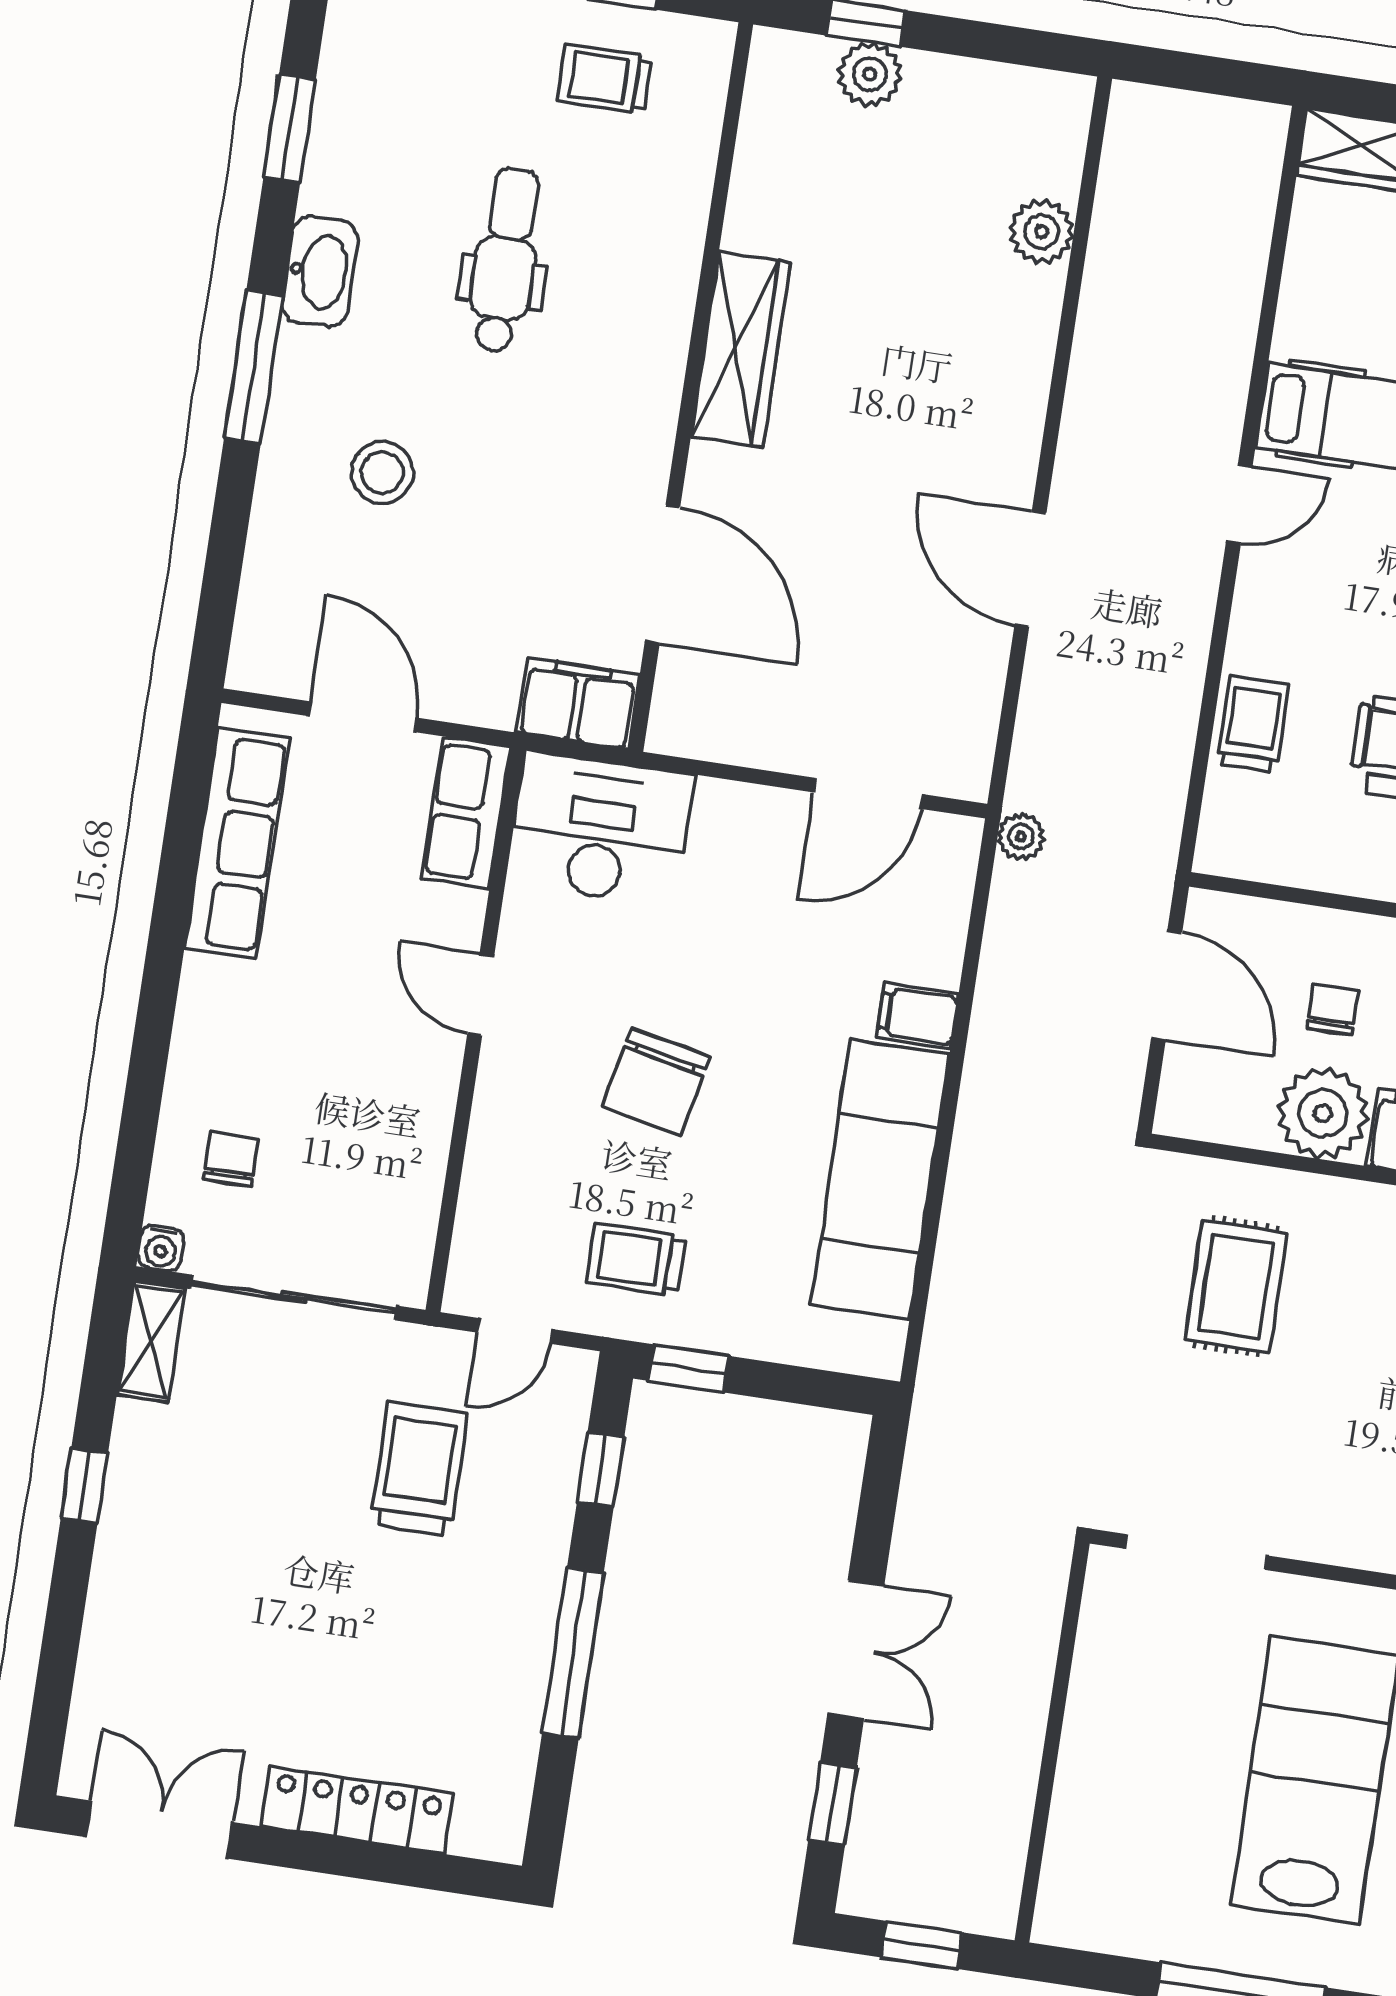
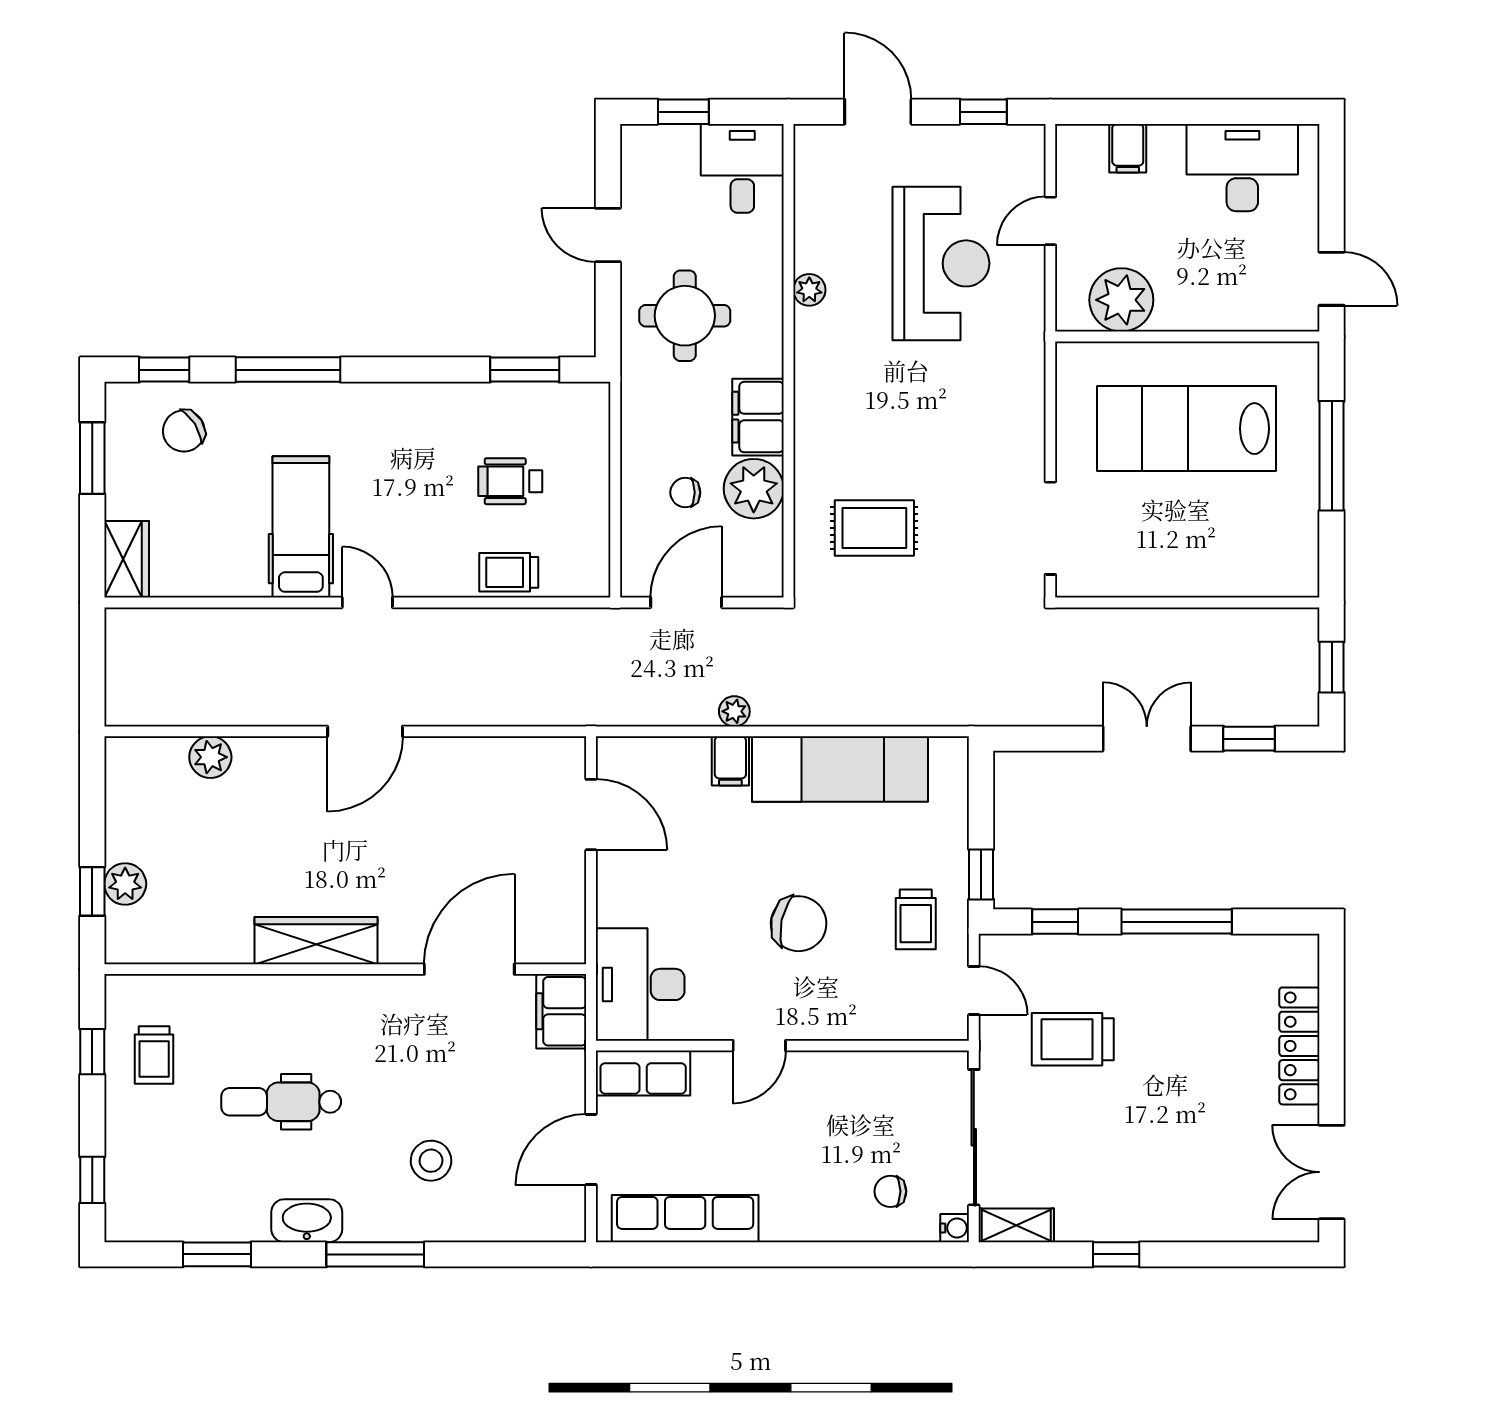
door: (1030, 569) -> (365, 731), moved
plant: (1021, 837) -> (734, 711), moved

